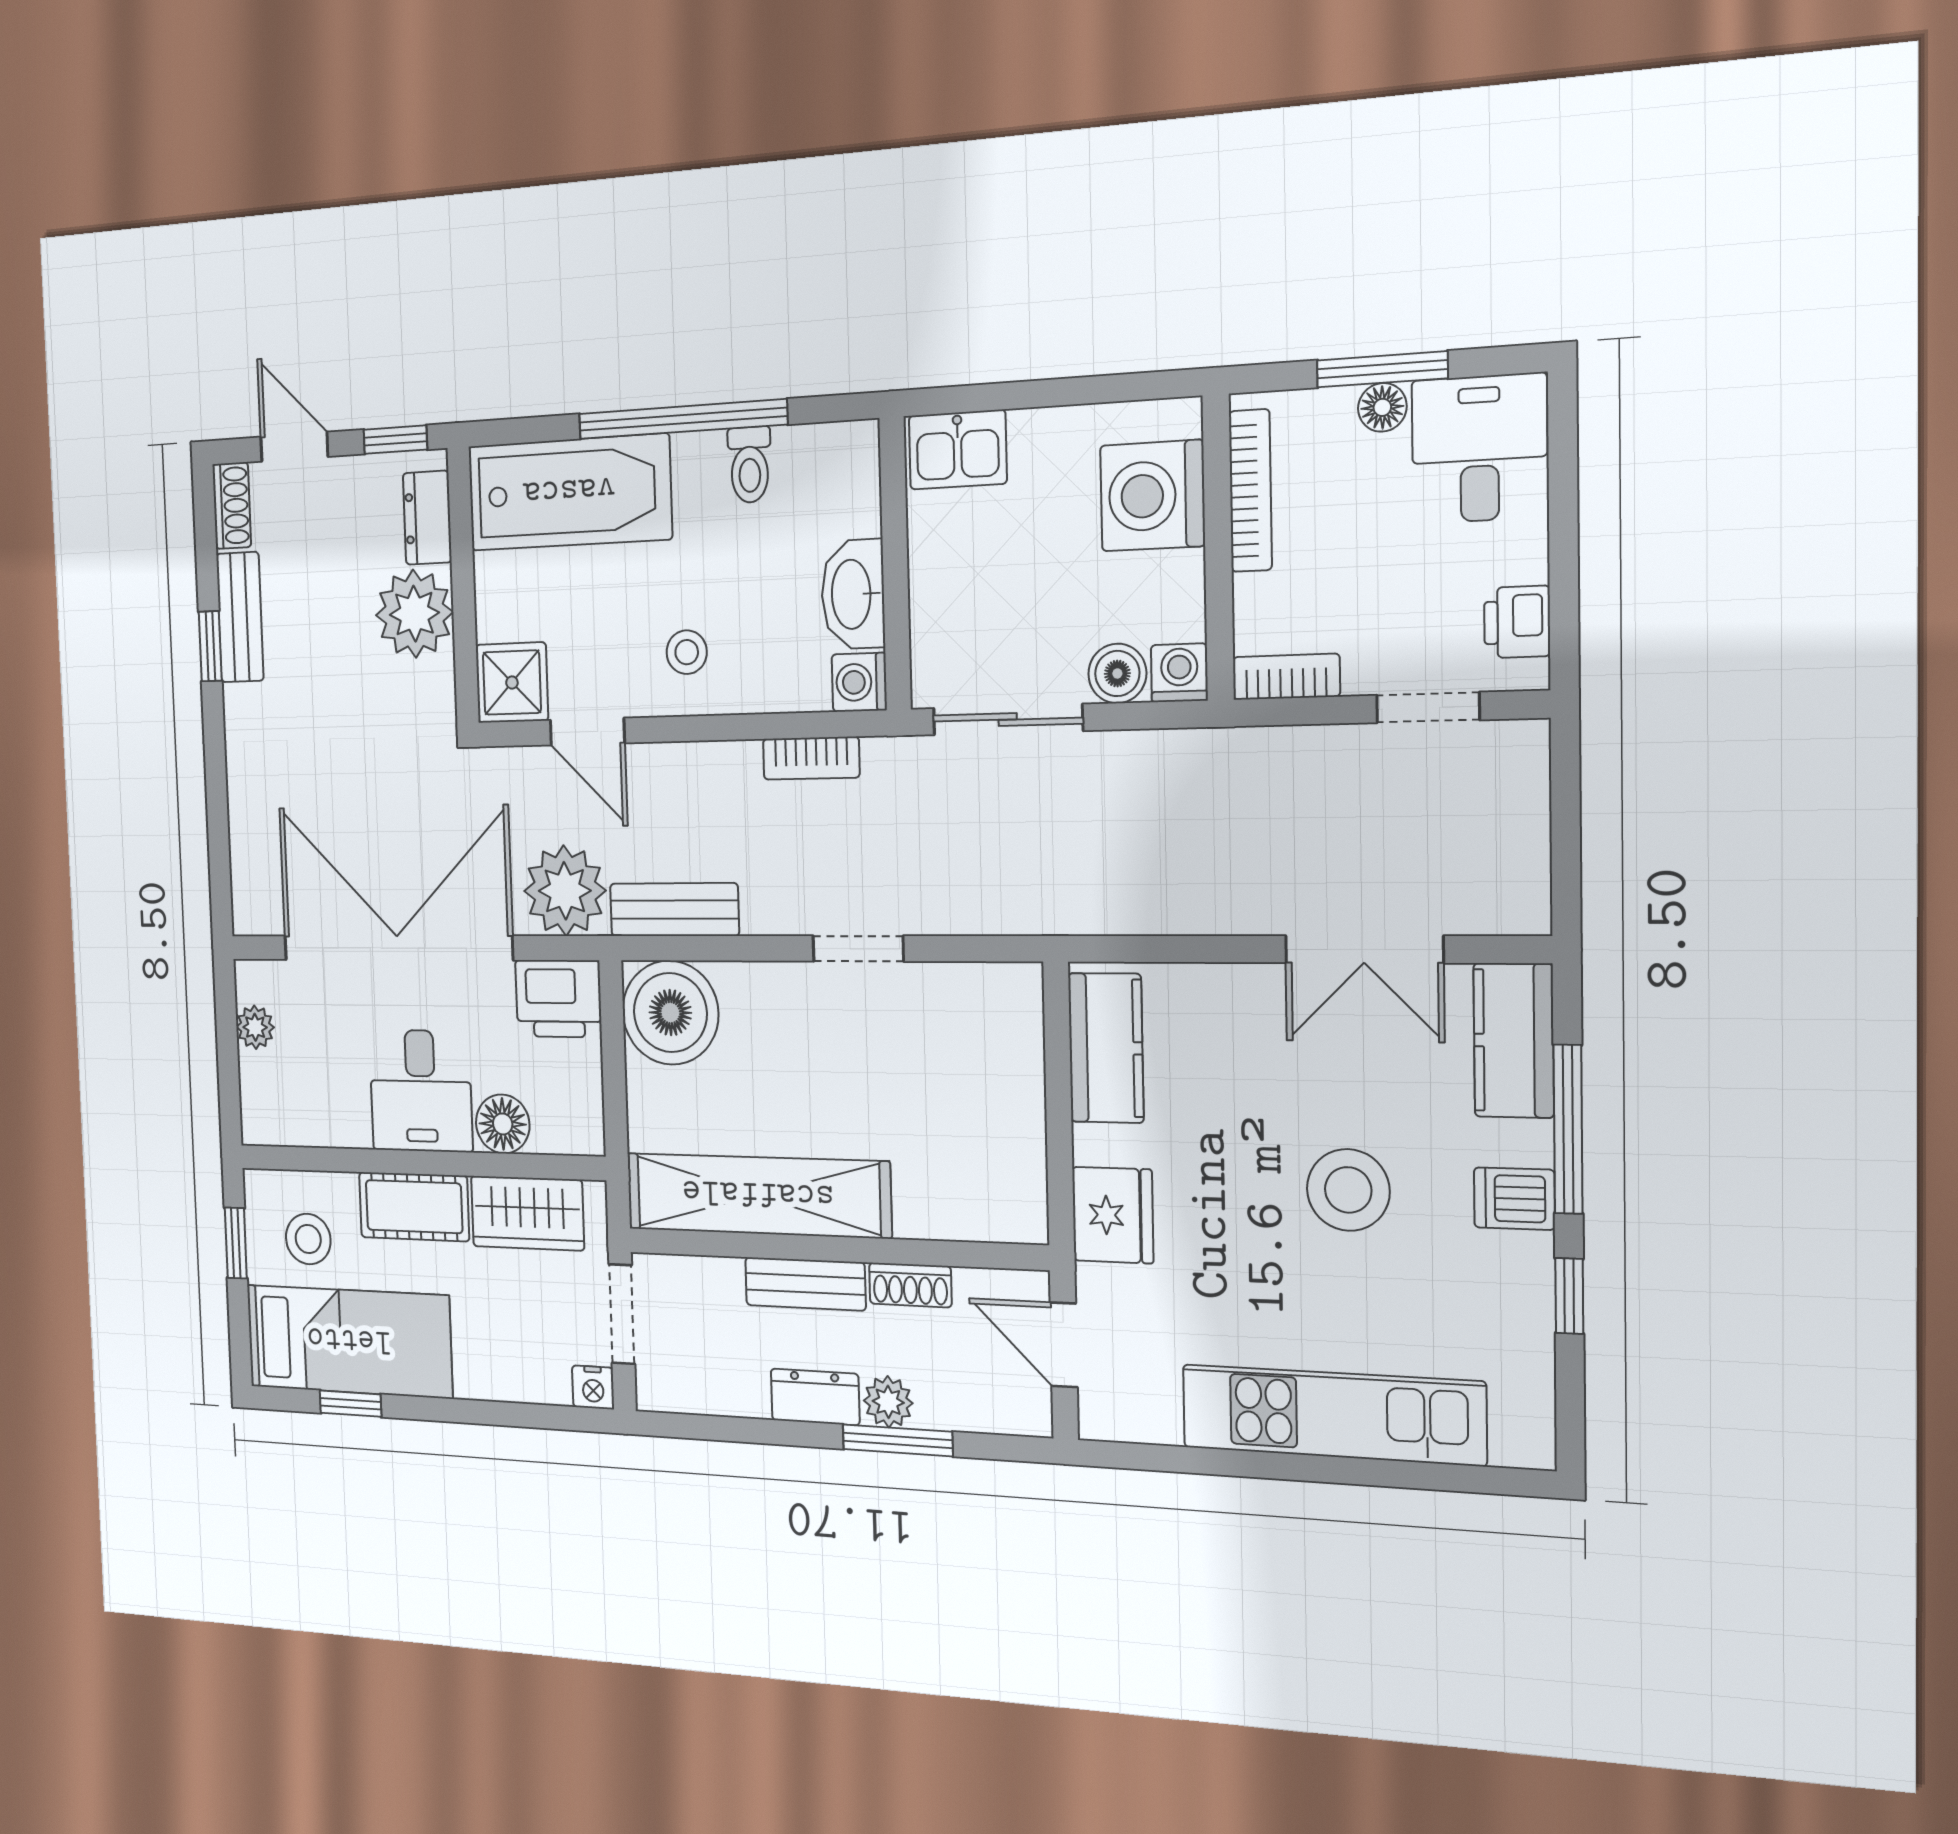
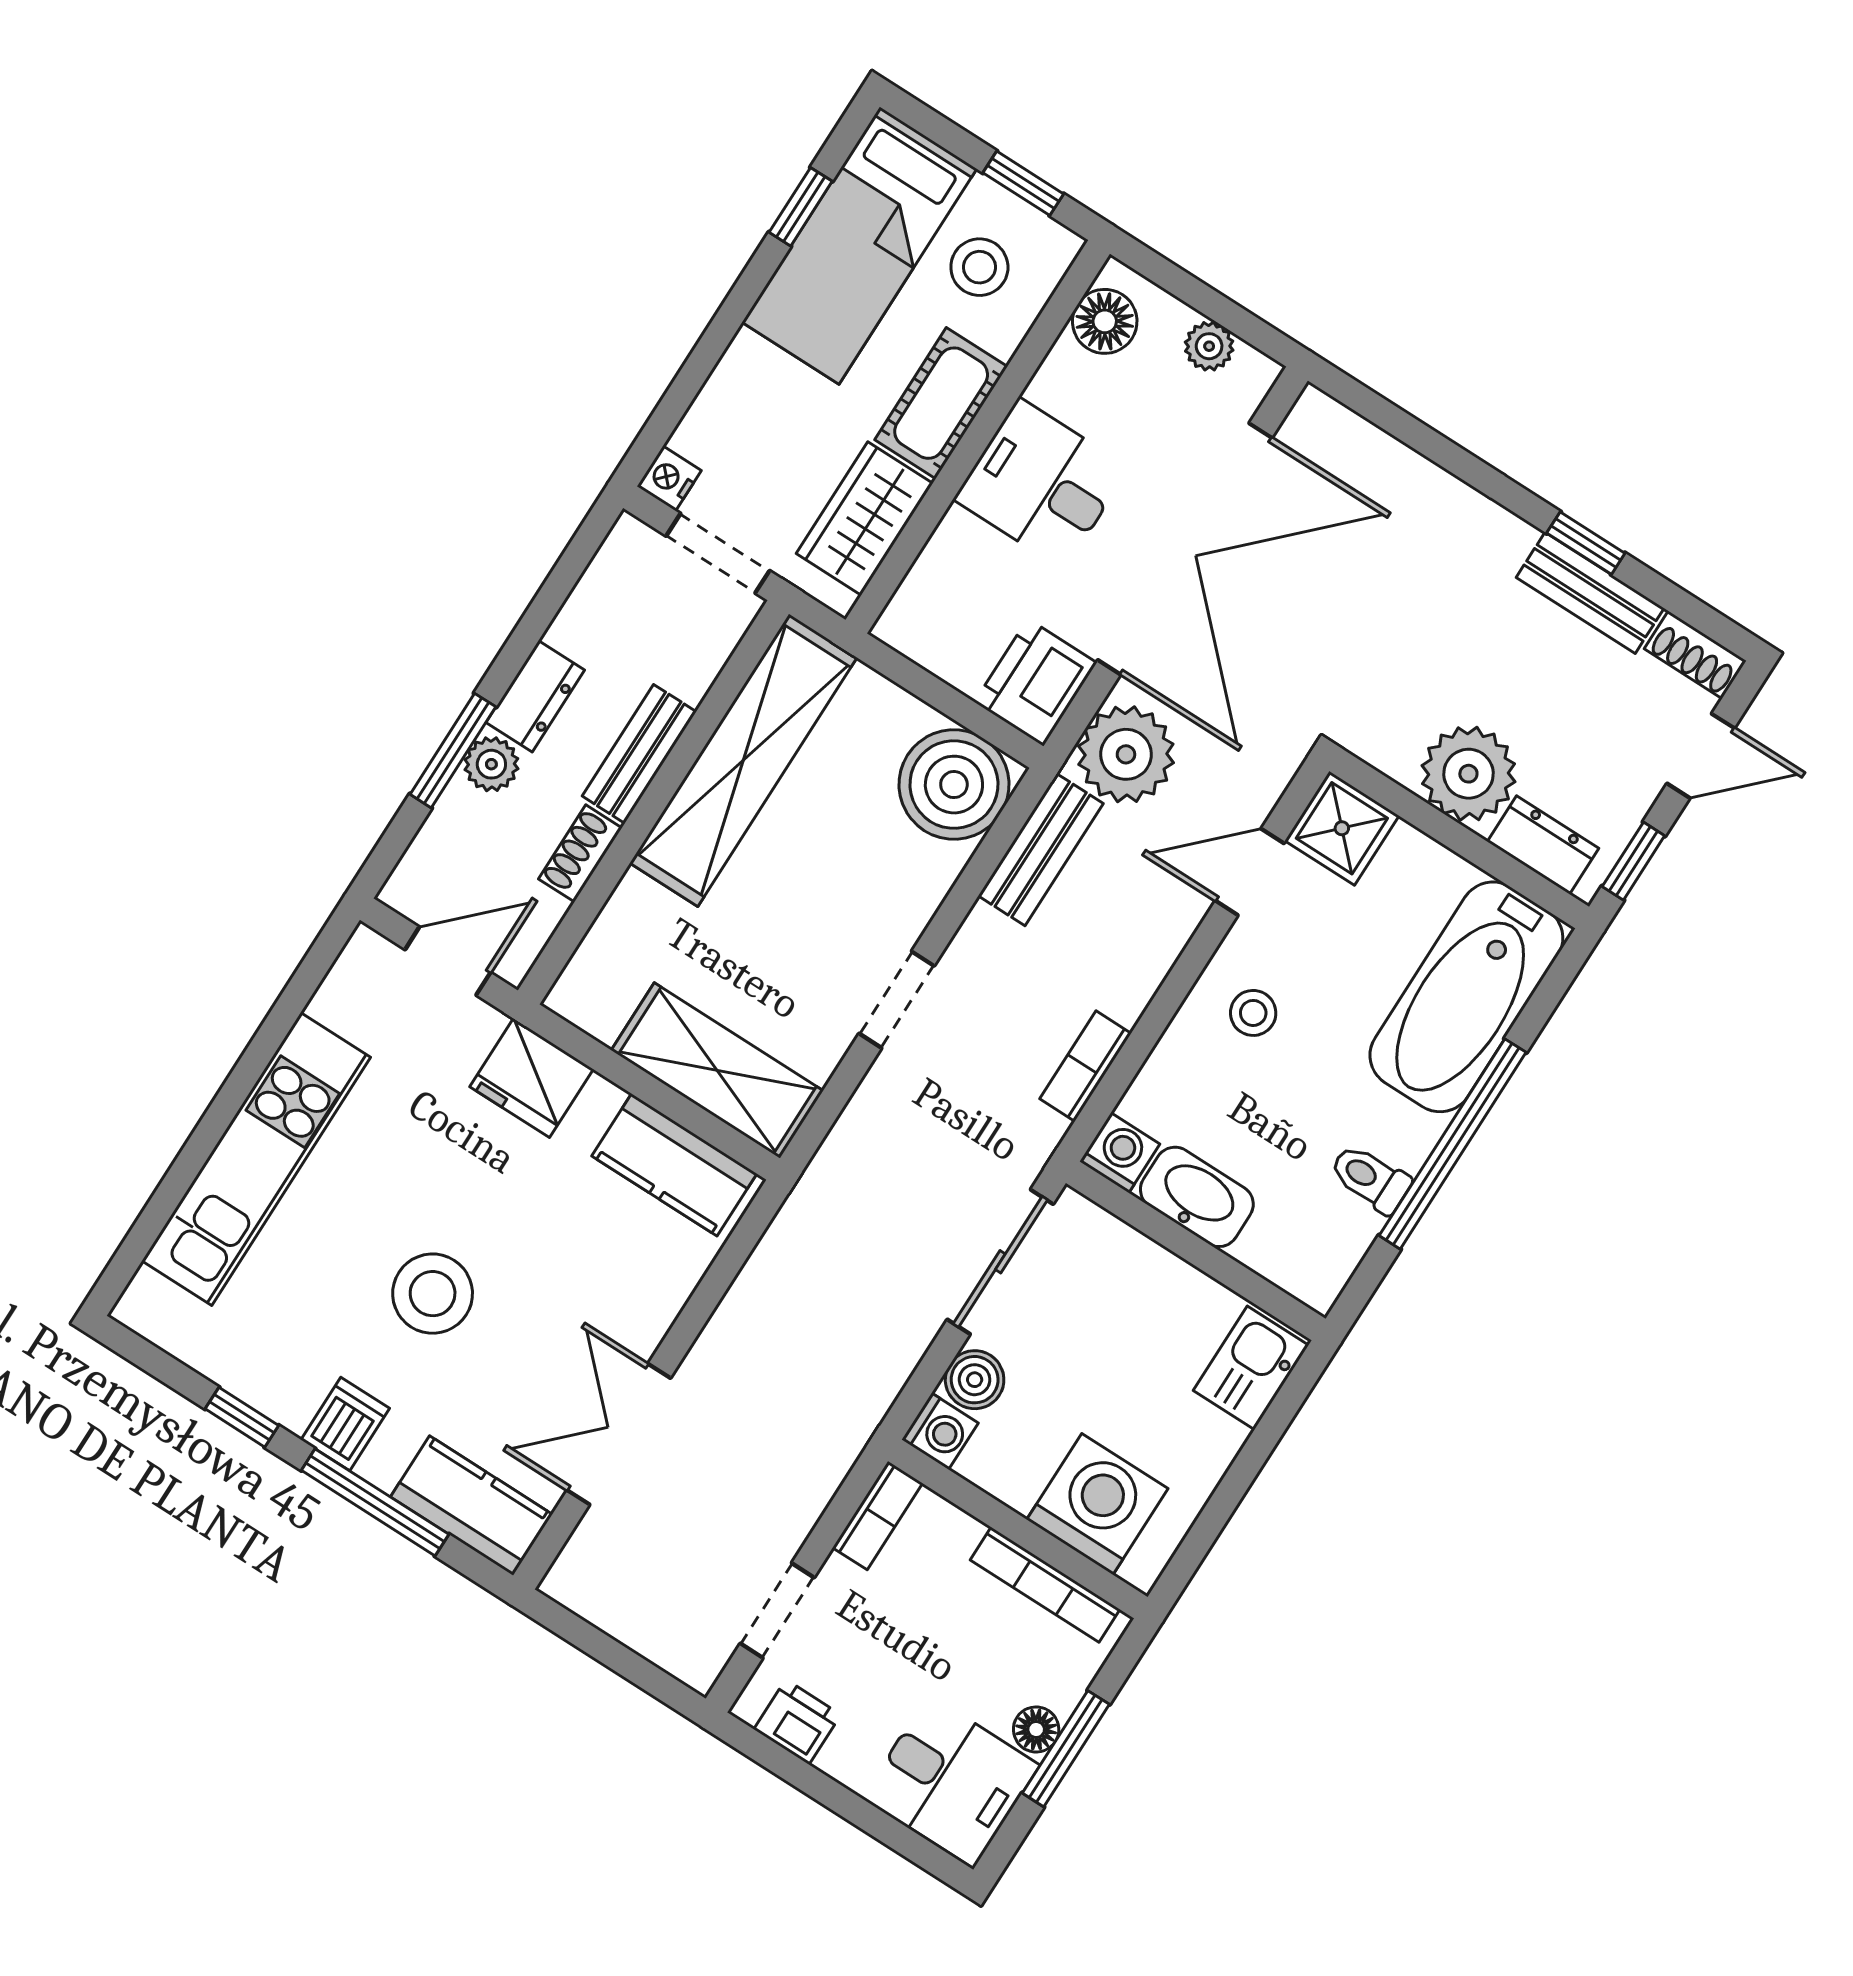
shelving: (1007, 1061) -> (717, 1071), added
floor lamp: (503, 1124) -> (1105, 321), moved

